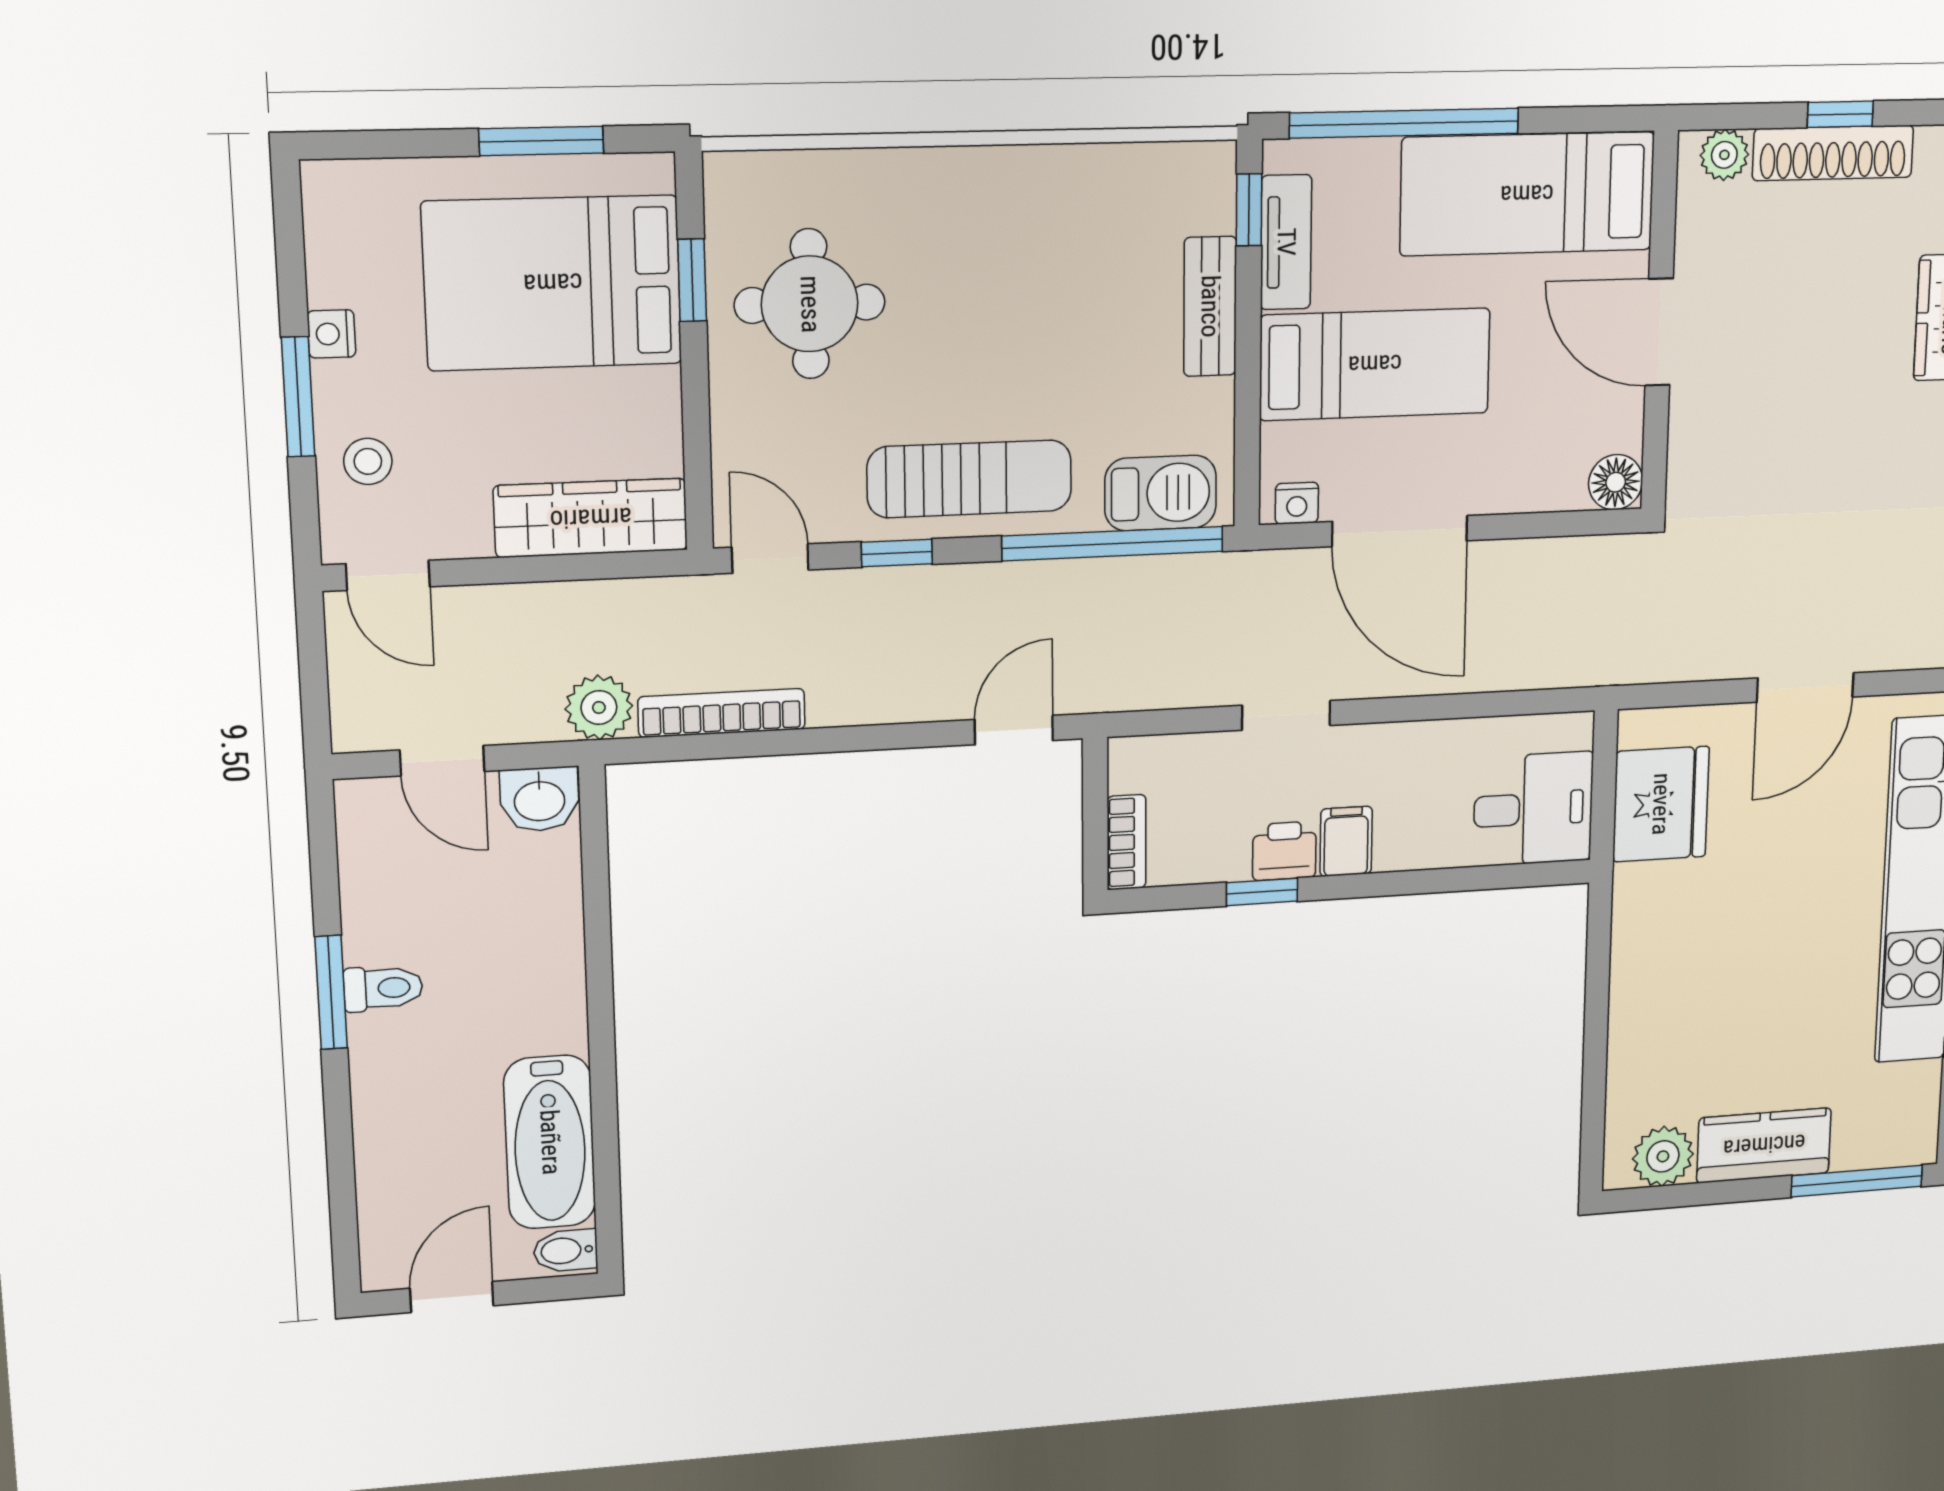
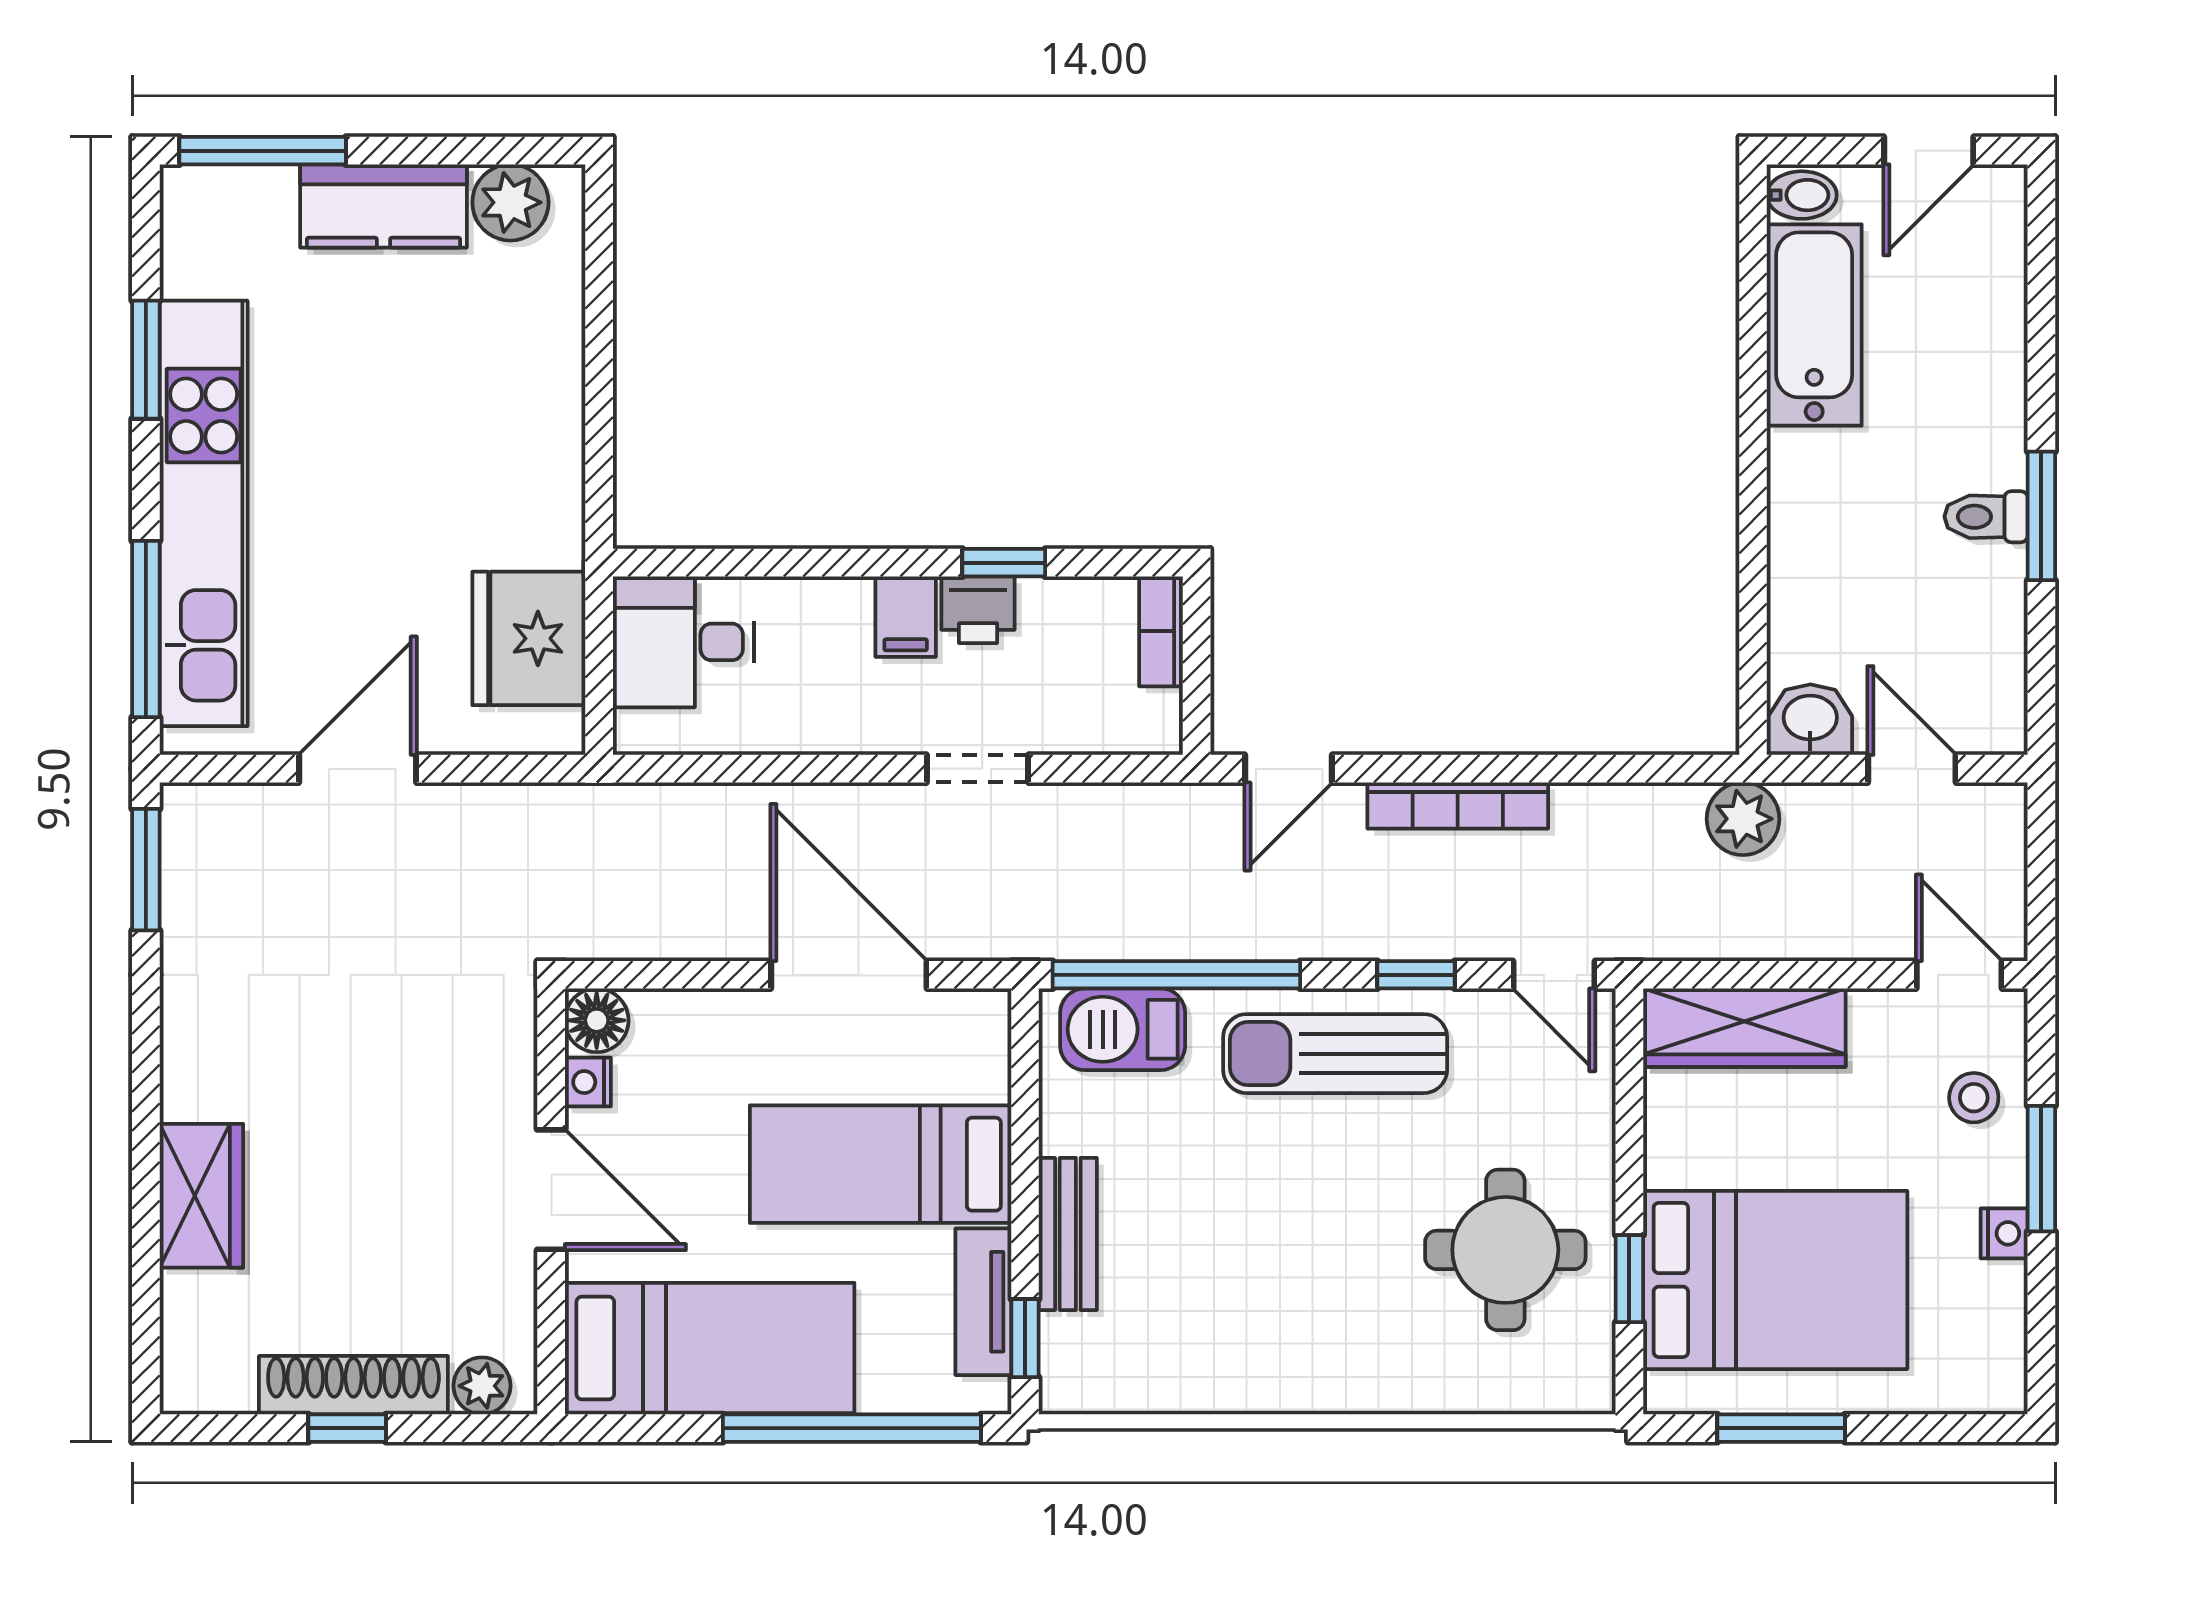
nightstand: (1297, 503) -> (588, 1082), moved, turned -90
bookcase: (722, 713) -> (1458, 806), moved

